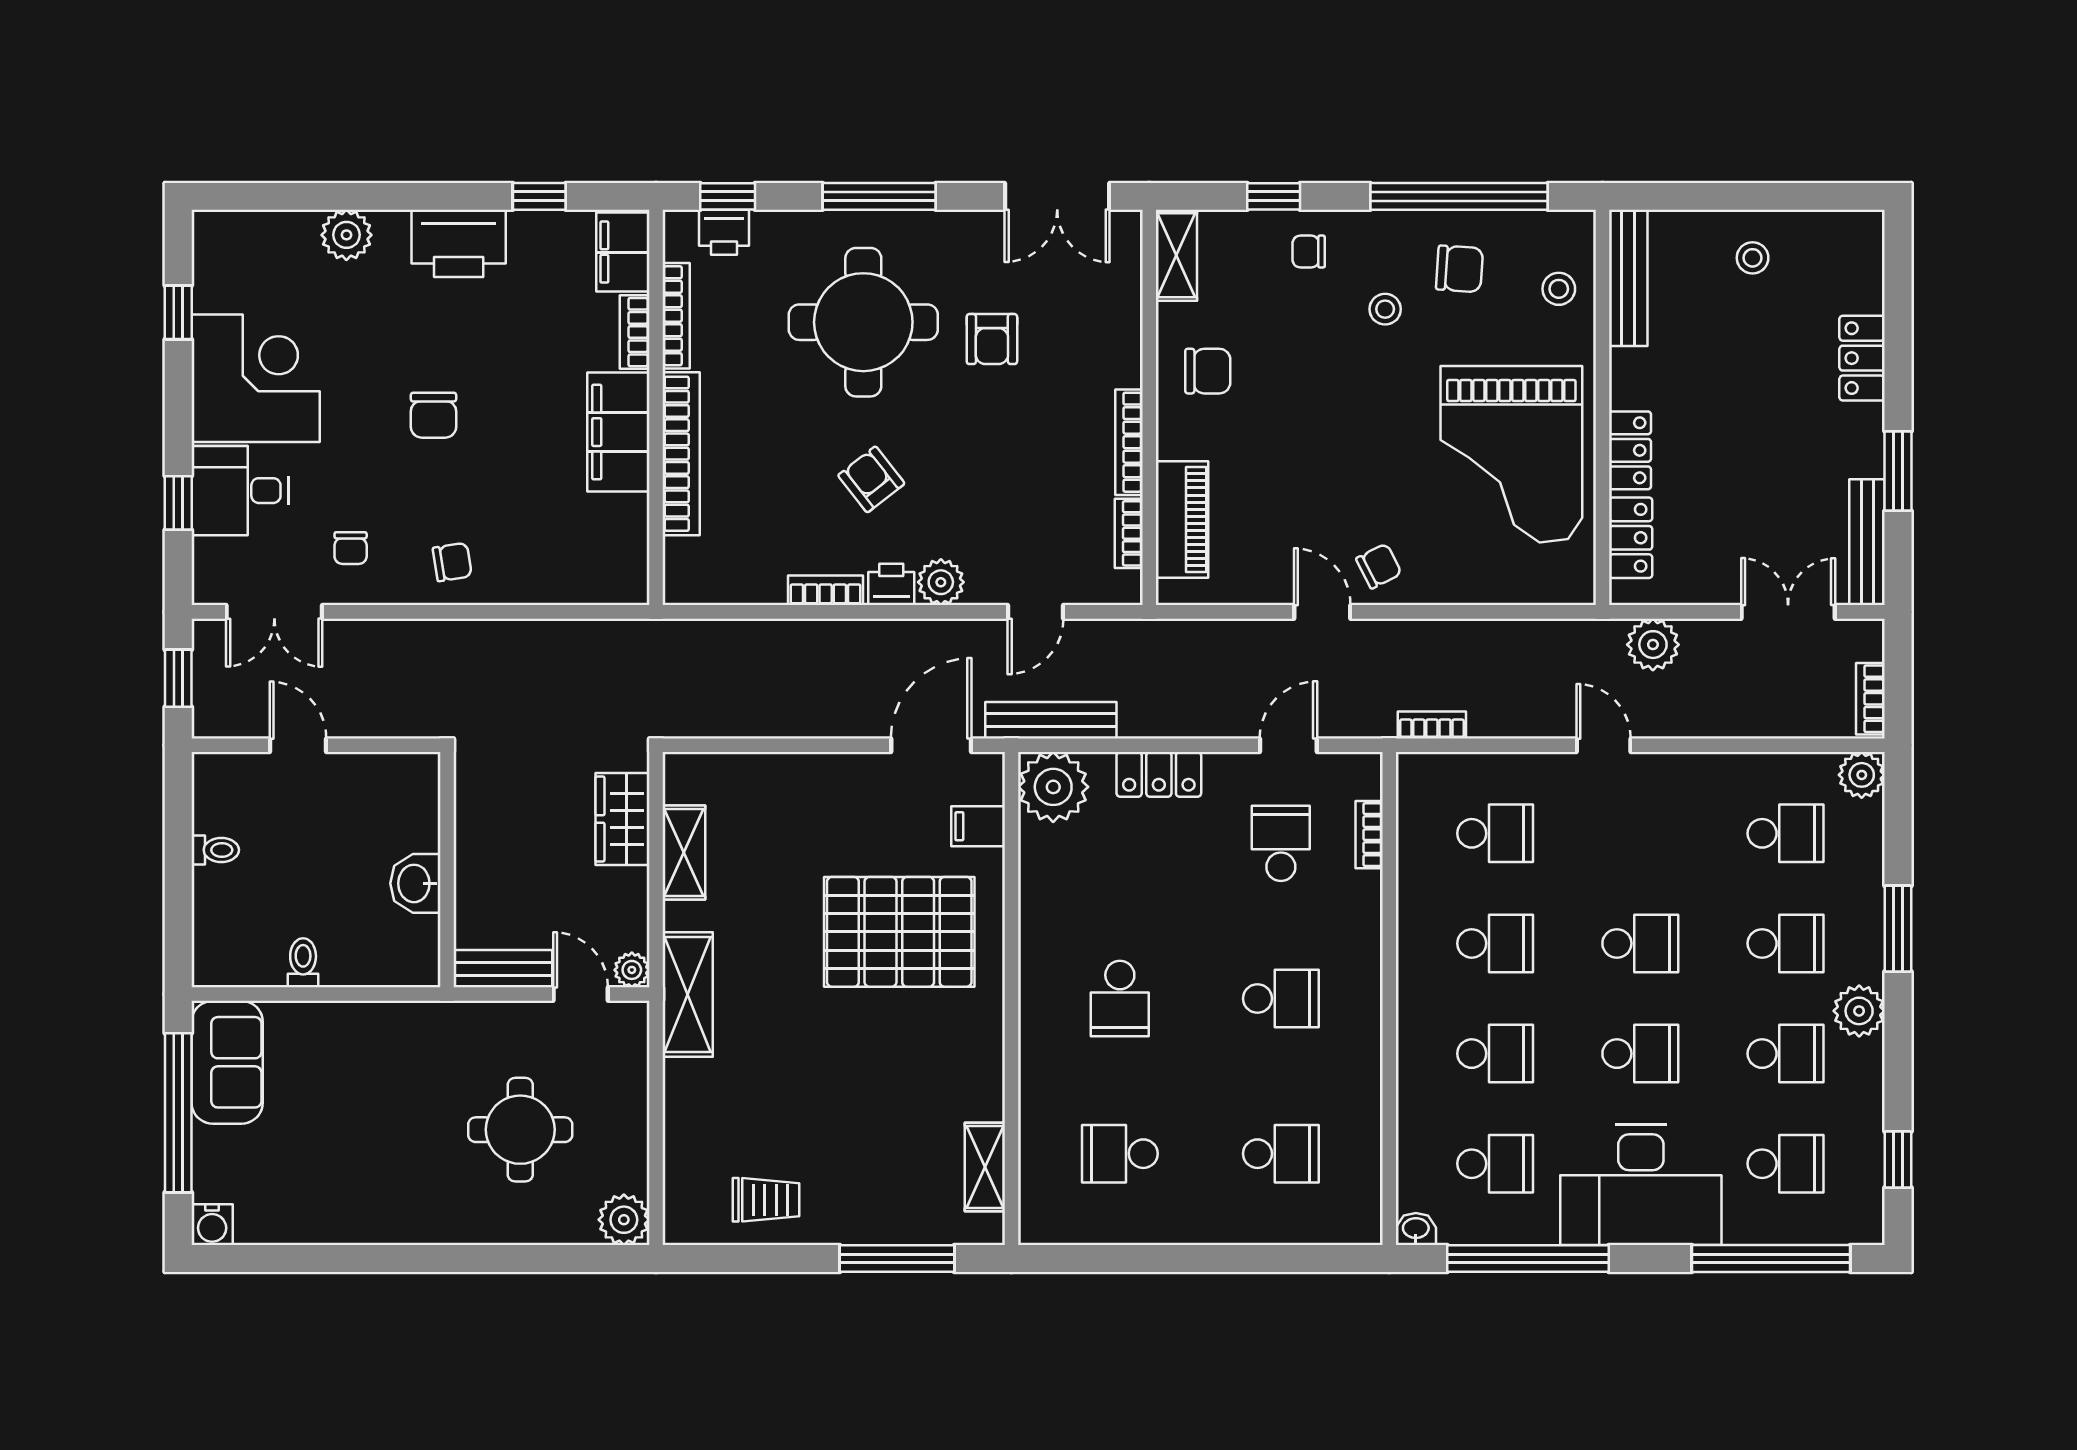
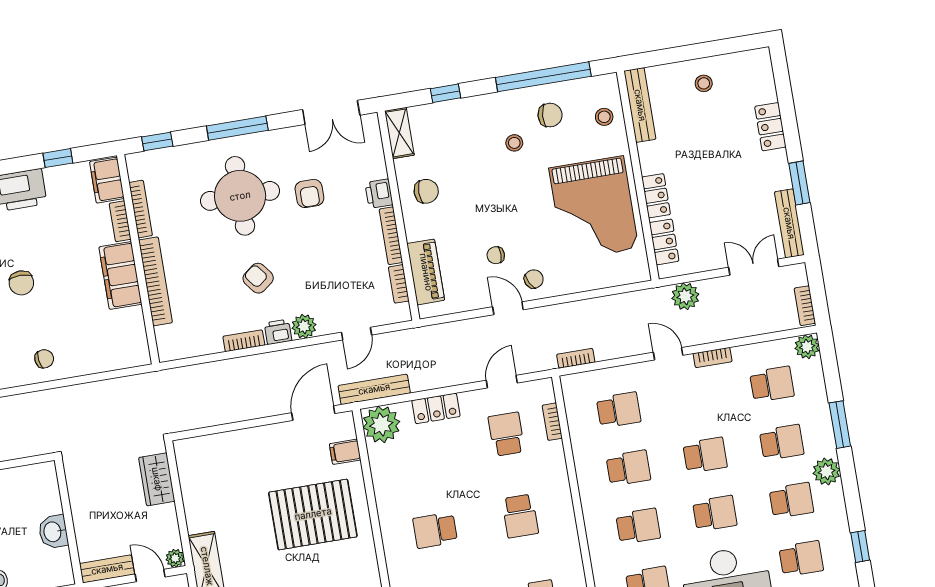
printer: (724, 232) -> (379, 194), moved, turned 90
chair: (1309, 252) -> (496, 255), moved
bookcase: (1684, 766) -> (713, 357), added
shelving: (684, 853) -> (192, 492), removed
school desk: (1120, 999) -> (435, 530), turned 90
school desk: (1281, 999) -> (520, 516), turned 90

